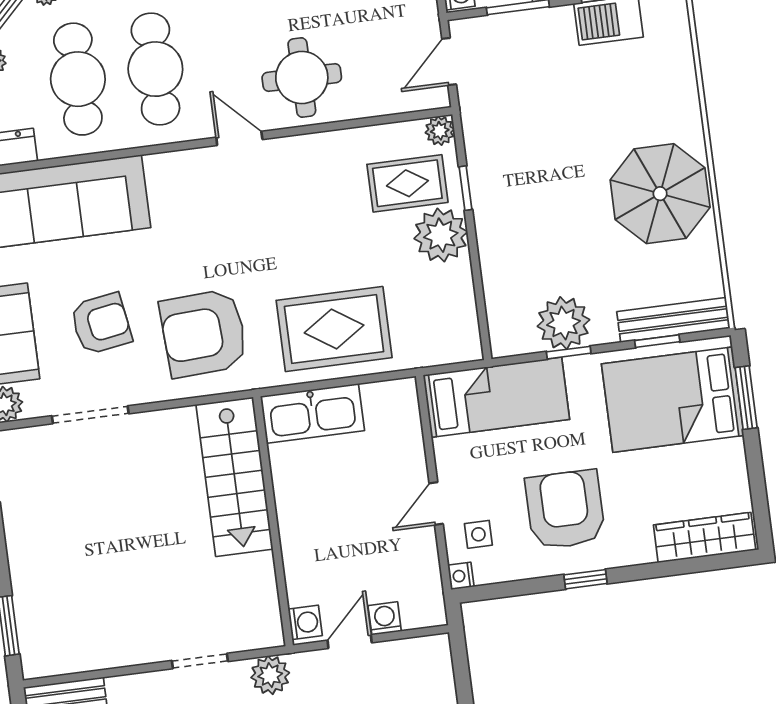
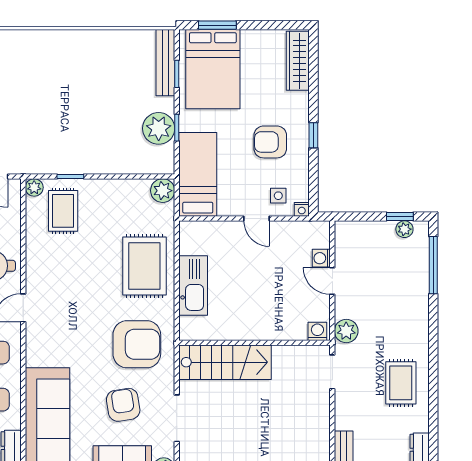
parasol: (660, 194) -> (89, 61), removed
plant: (441, 235) -> (163, 191), moved, width x0.73, depth x0.73
armchair: (204, 333) -> (137, 344), turned -87
stairs: (235, 477) -> (225, 362), moved
armchair: (565, 510) -> (270, 142), width x0.73, depth x0.73
wall: (273, 521) -> (255, 343), moved
washing machine: (305, 622) -> (317, 331), moved

